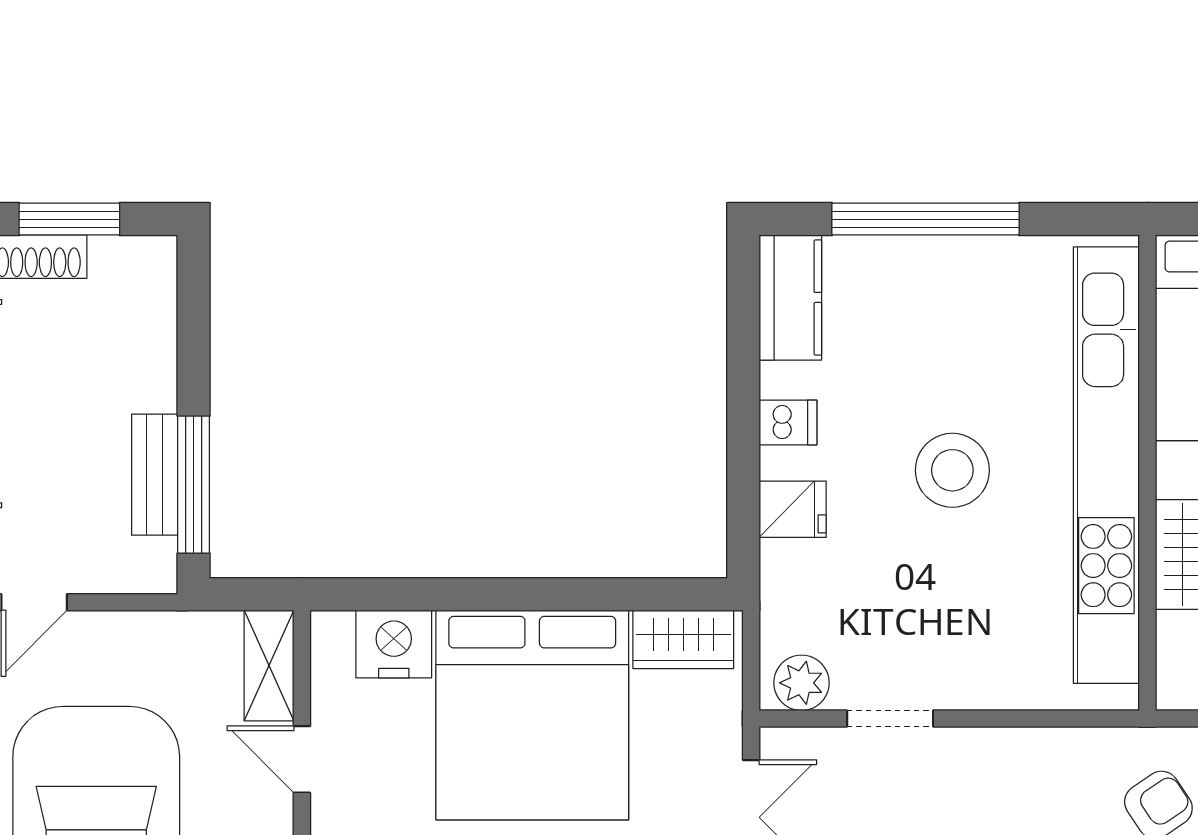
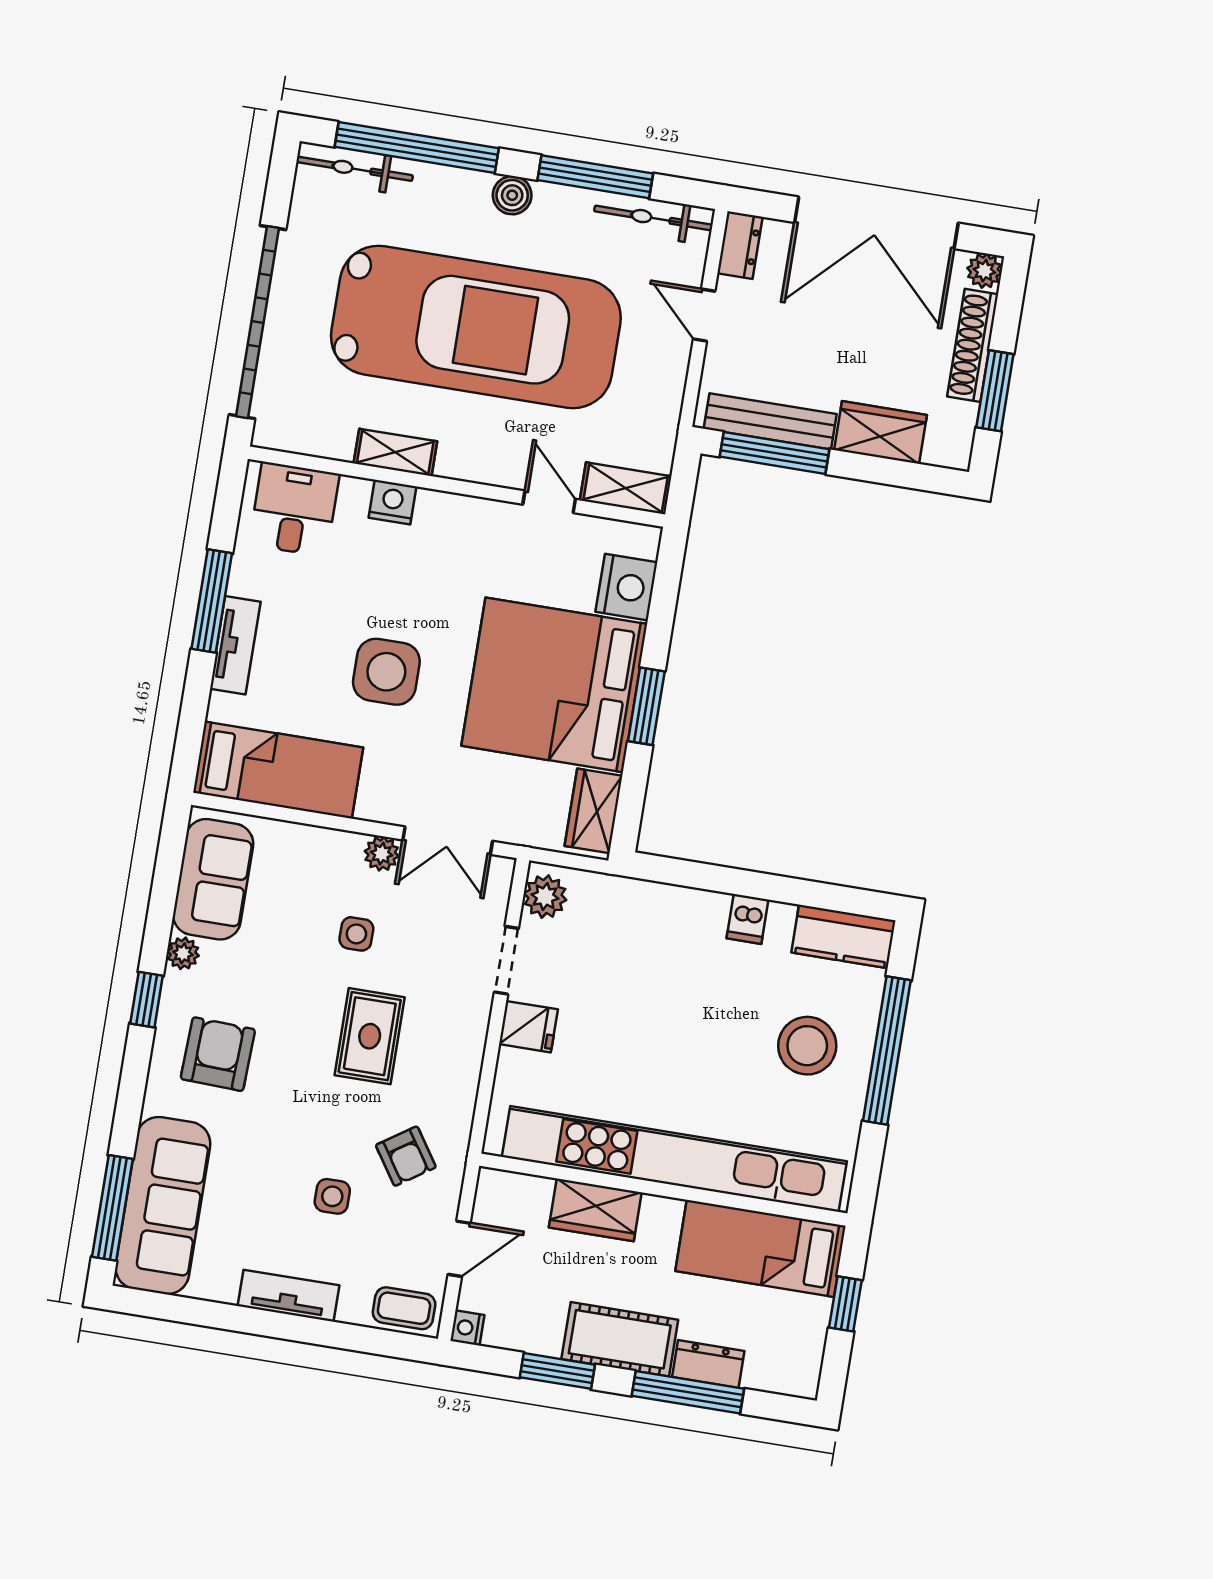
wardrobe: (146, 355) -> (881, 432), added
stool: (952, 470) -> (807, 1046), moved
bench: (155, 475) -> (770, 421), width x1.36
fridge: (793, 509) -> (528, 1027), moved, turned -90
window: (540, 594) -> (646, 706), added
door: (302, 759) -> (549, 502), hinge flipped

